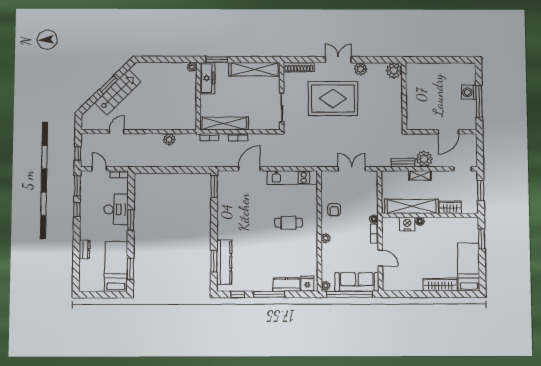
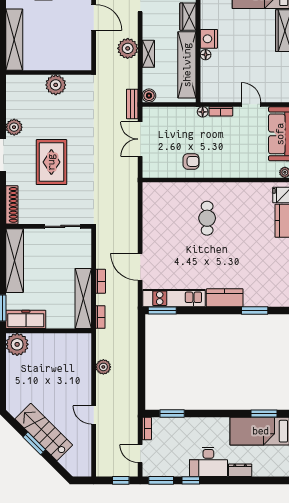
plant: (192, 67) -> (17, 344), width x1.87, depth x1.87
shelving: (430, 69) -> (14, 40), added
plant: (394, 71) -> (56, 85), moved
rug: (333, 98) -> (51, 162), width x0.73, depth x0.69
door: (117, 132) -> (94, 415), moved
bench: (403, 163) -> (132, 104), moved
door: (99, 169) -> (140, 454), hinge flipped
boiler: (387, 176) -> (149, 96), added
kitchen unit: (292, 178) -> (174, 298), moved, turned -90
desk: (116, 209) -> (208, 462), moved, turned 180
window: (131, 220) -> (172, 414), moved
nightstand: (407, 224) -> (209, 39), moved
plant: (326, 238) -> (227, 172), removed
door: (380, 258) -> (251, 104), hinge flipped
kitchen counter: (224, 262) -> (225, 298), moved, width x0.67

